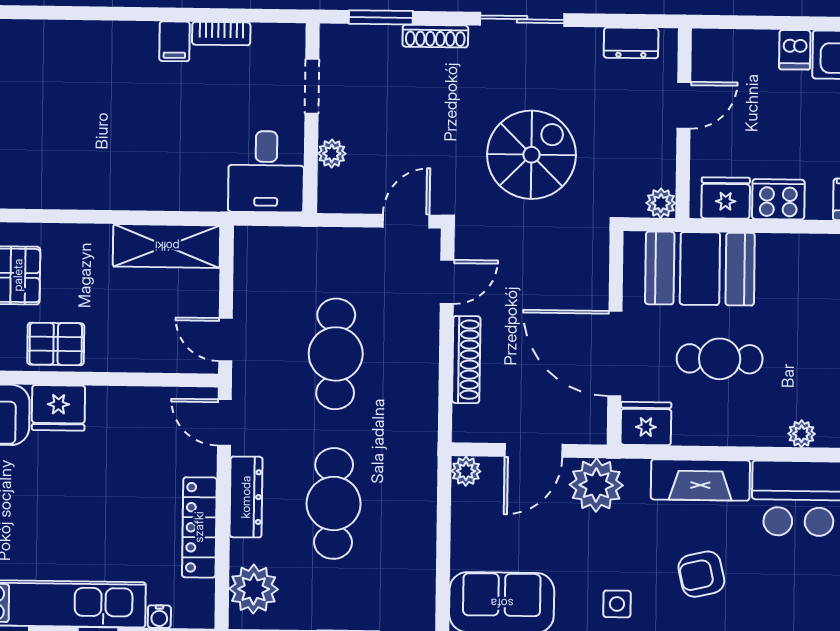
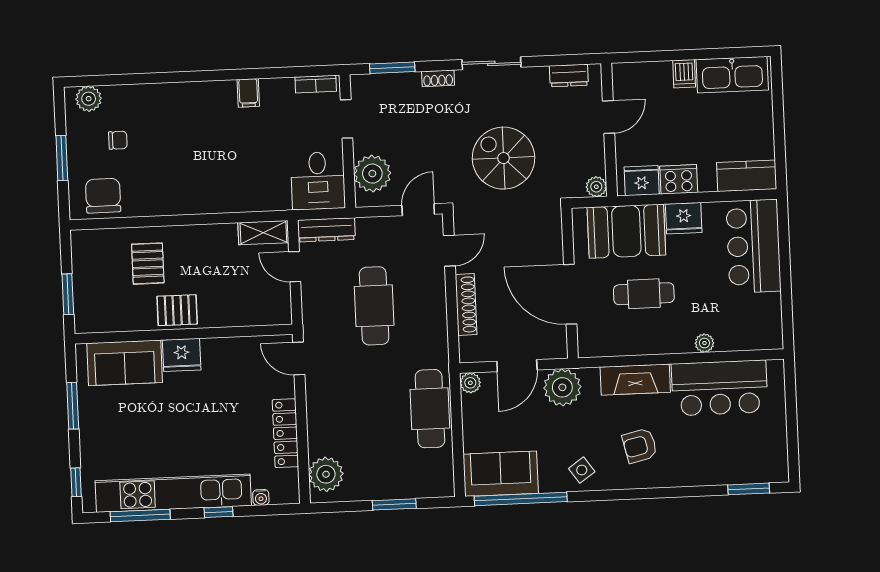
bookcase: (221, 34) -> (316, 84), moved
shoe rack: (435, 36) -> (438, 78), width x0.70
plant: (332, 154) -> (372, 174), width x1.88, depth x1.88
spiral stairs: (531, 155) -> (504, 158), turned -90
shelving: (167, 246) -> (263, 233), width x0.67, depth x0.75
door: (226, 340) -> (295, 267), moved
fridge: (646, 424) -> (684, 218), moved, turned 180
dresser: (246, 497) -> (326, 230), moved, turned 90
cafe table: (334, 503) -> (430, 409), moved
side table: (617, 604) -> (582, 470), turned -35

